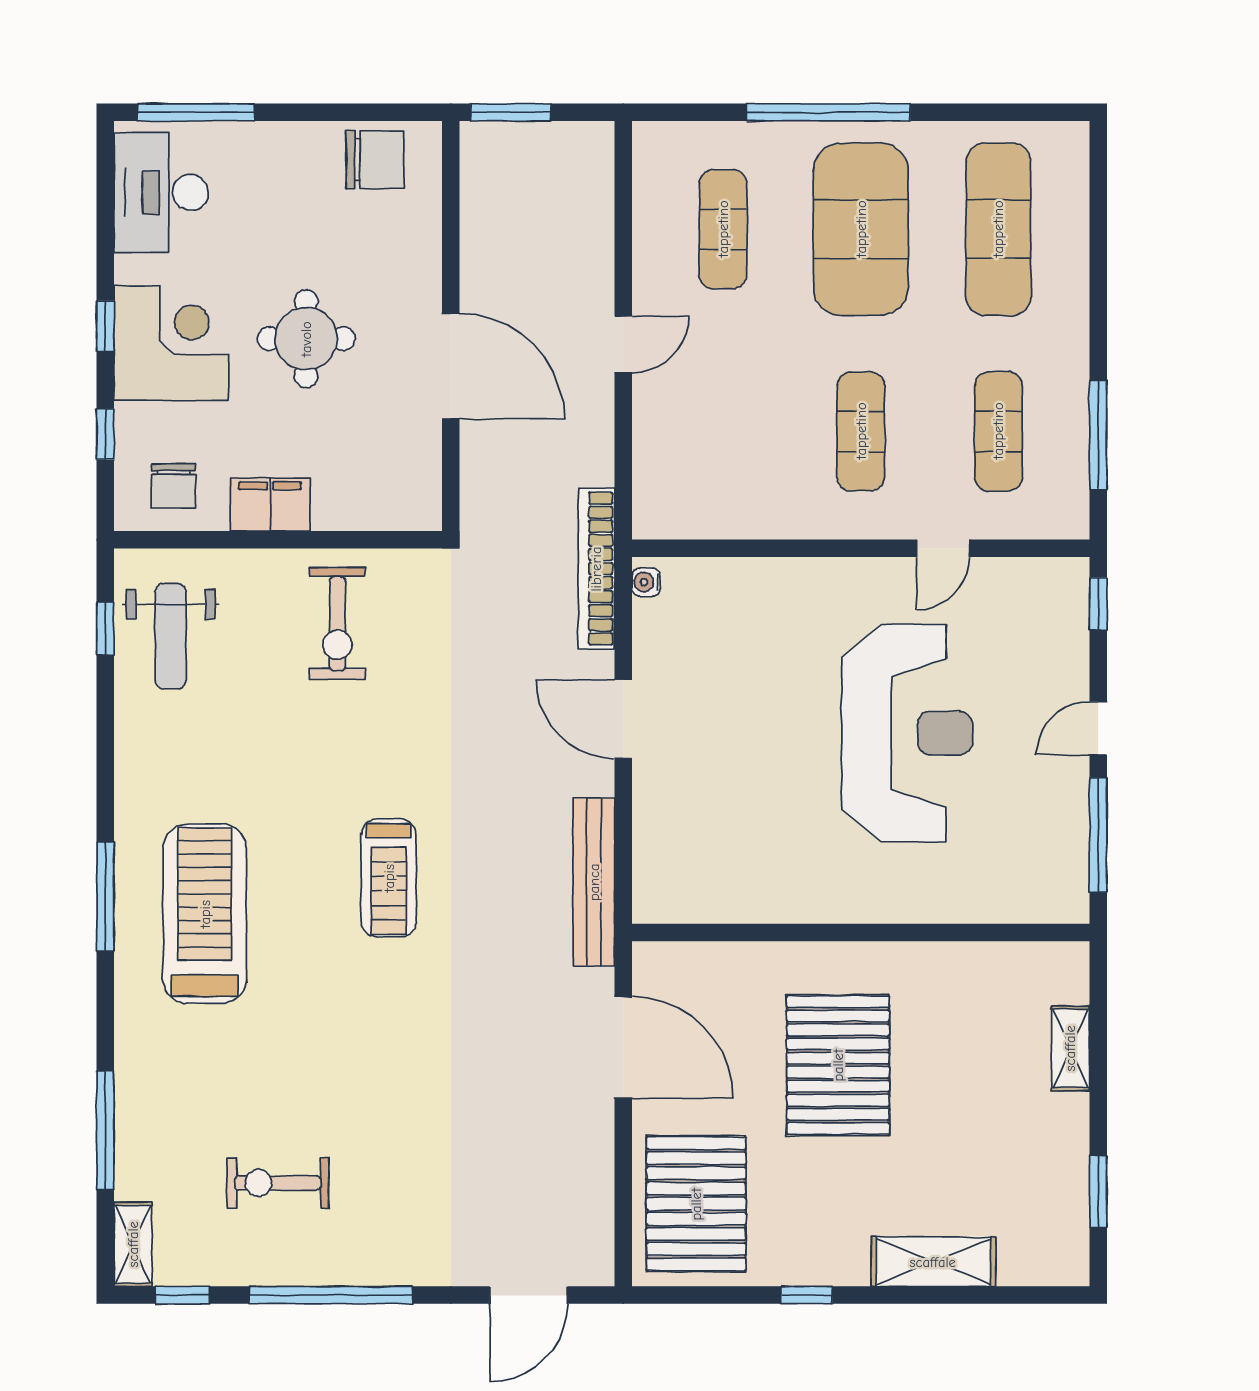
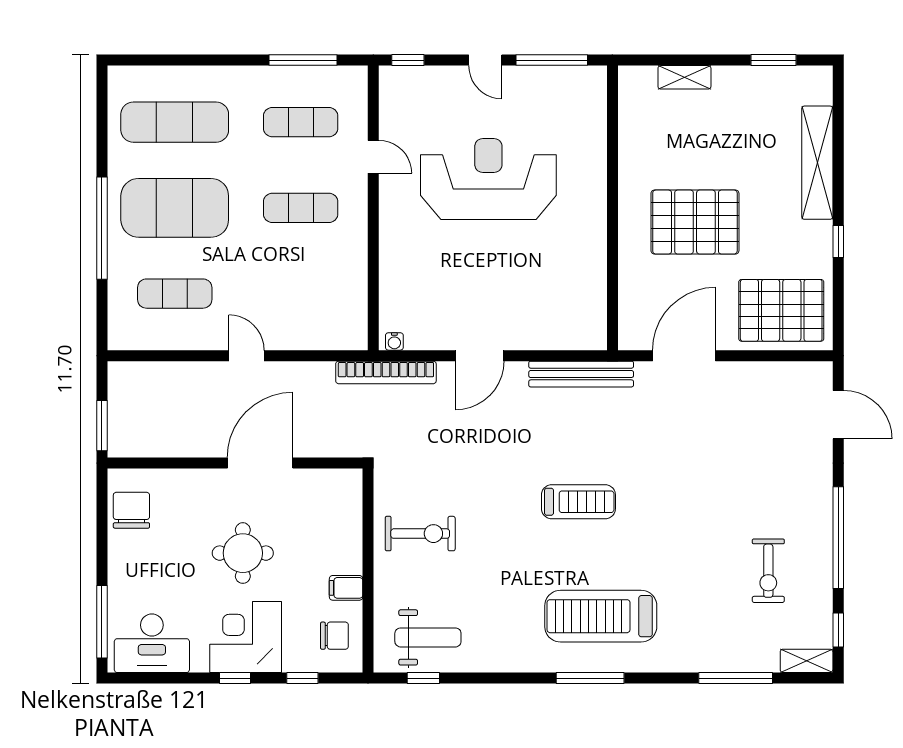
filing cabinet: (270, 504) -> (346, 588), width x0.50
shelving: (933, 1262) -> (817, 163), width x1.47

